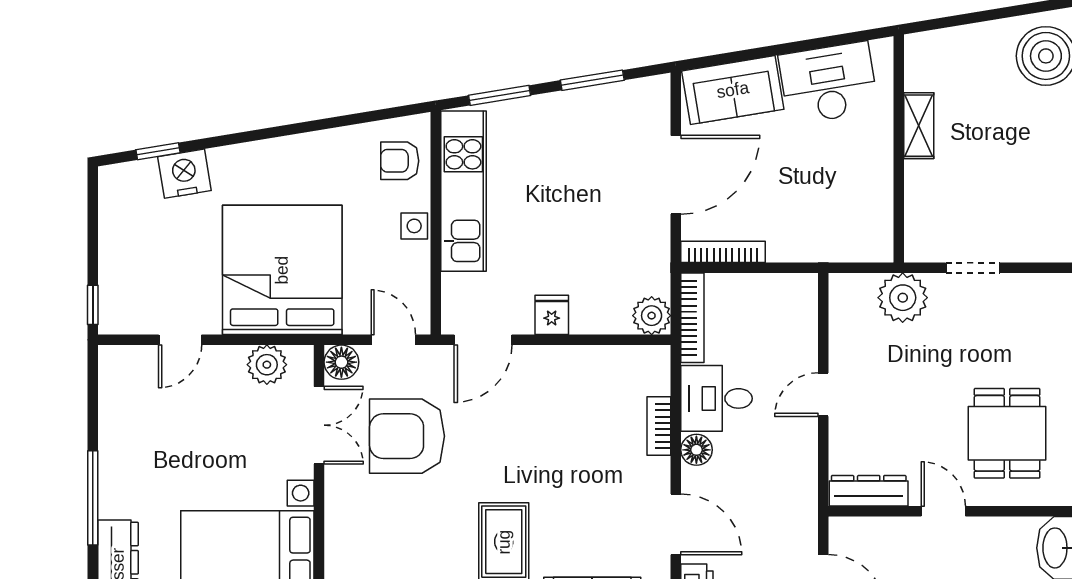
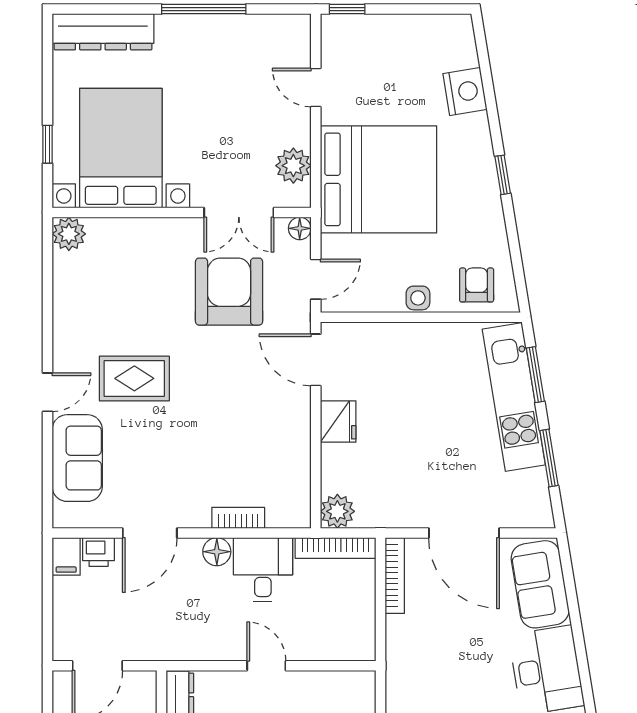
window: (158, 151) -> (503, 175), moved
kitchen unit: (463, 191) -> (514, 397), moved, turned 81
fridge: (552, 315) -> (338, 422), width x1.38
floor lamp: (341, 362) -> (300, 228), width x0.73, depth x0.73
window: (93, 498) -> (204, 9), moved

